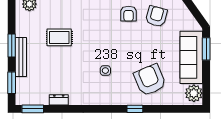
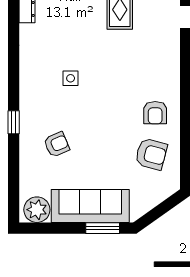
armchair: (129, 14) -> (155, 113), turned -90
armchair: (150, 80) -> (57, 144), width x0.53, depth x0.53

